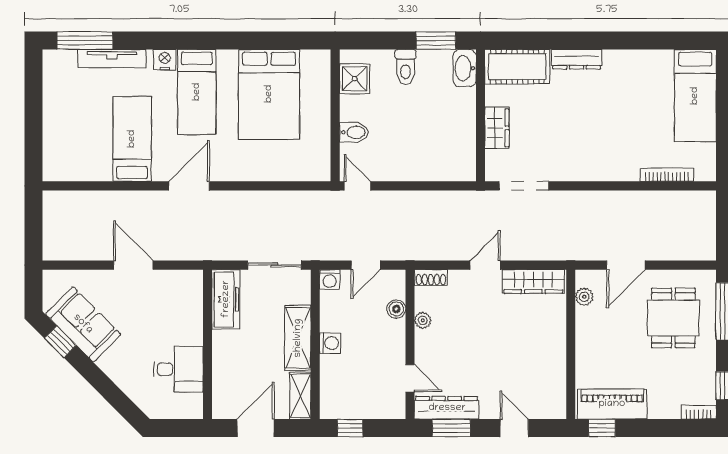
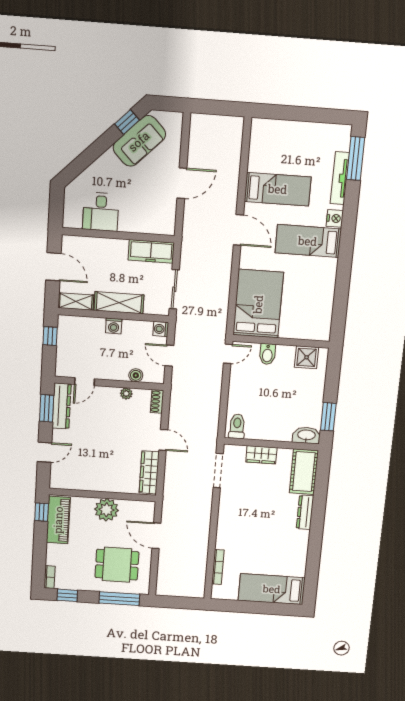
toilet: (405, 67) -> (237, 426), moved, turned 90
bed: (269, 94) -> (258, 304), moved, turned 90
plant: (584, 297) -> (106, 510), moved, width x1.88, depth x1.88

